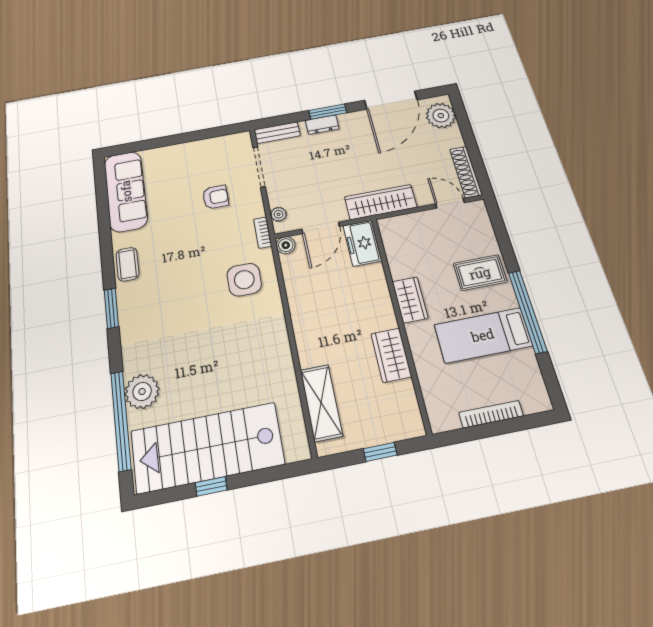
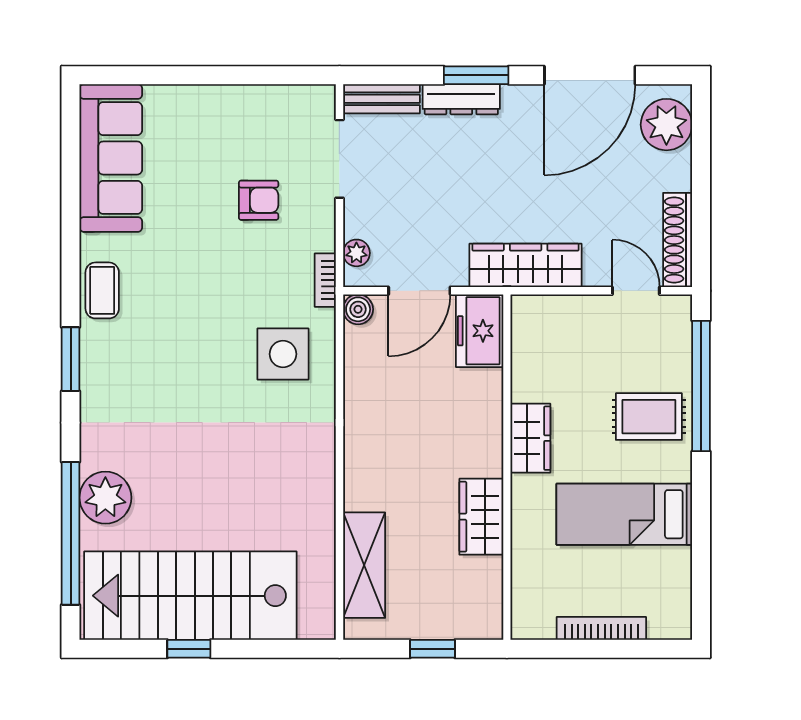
dresser: (322, 125) -> (461, 99), width x1.44
window: (528, 311) -> (701, 386), moved

